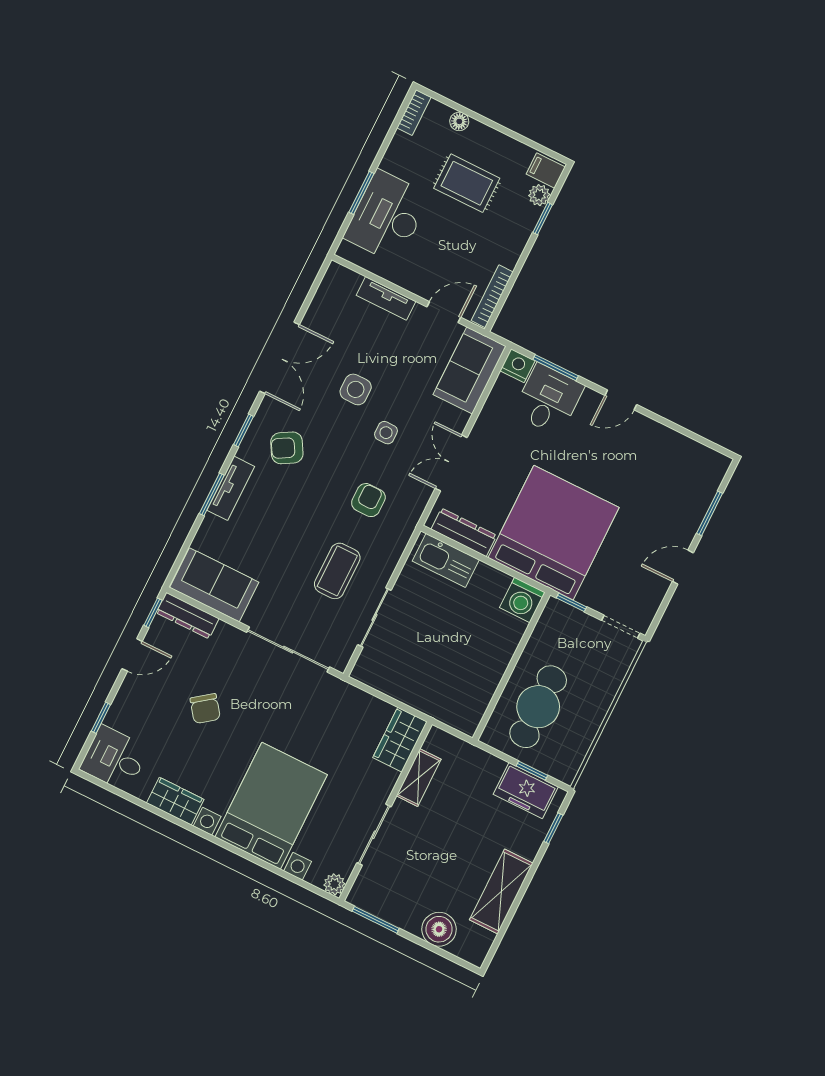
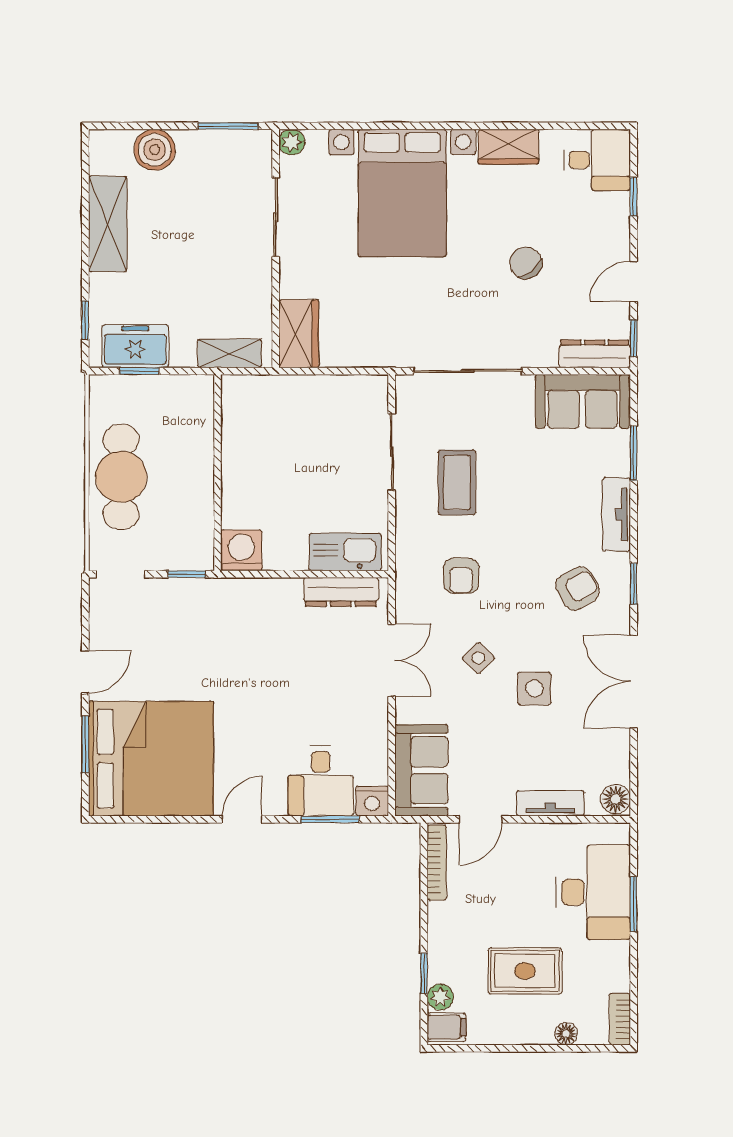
floor lamp: (336, 277) -> (616, 799), added
side table: (386, 433) -> (478, 658), turned 45
window: (212, 494) -> (634, 453), moved
bed: (554, 533) -> (151, 759), moved, turned -90
cafe table: (538, 707) -> (121, 477), moved
shelving: (419, 778) -> (229, 353), moved, turned 90

